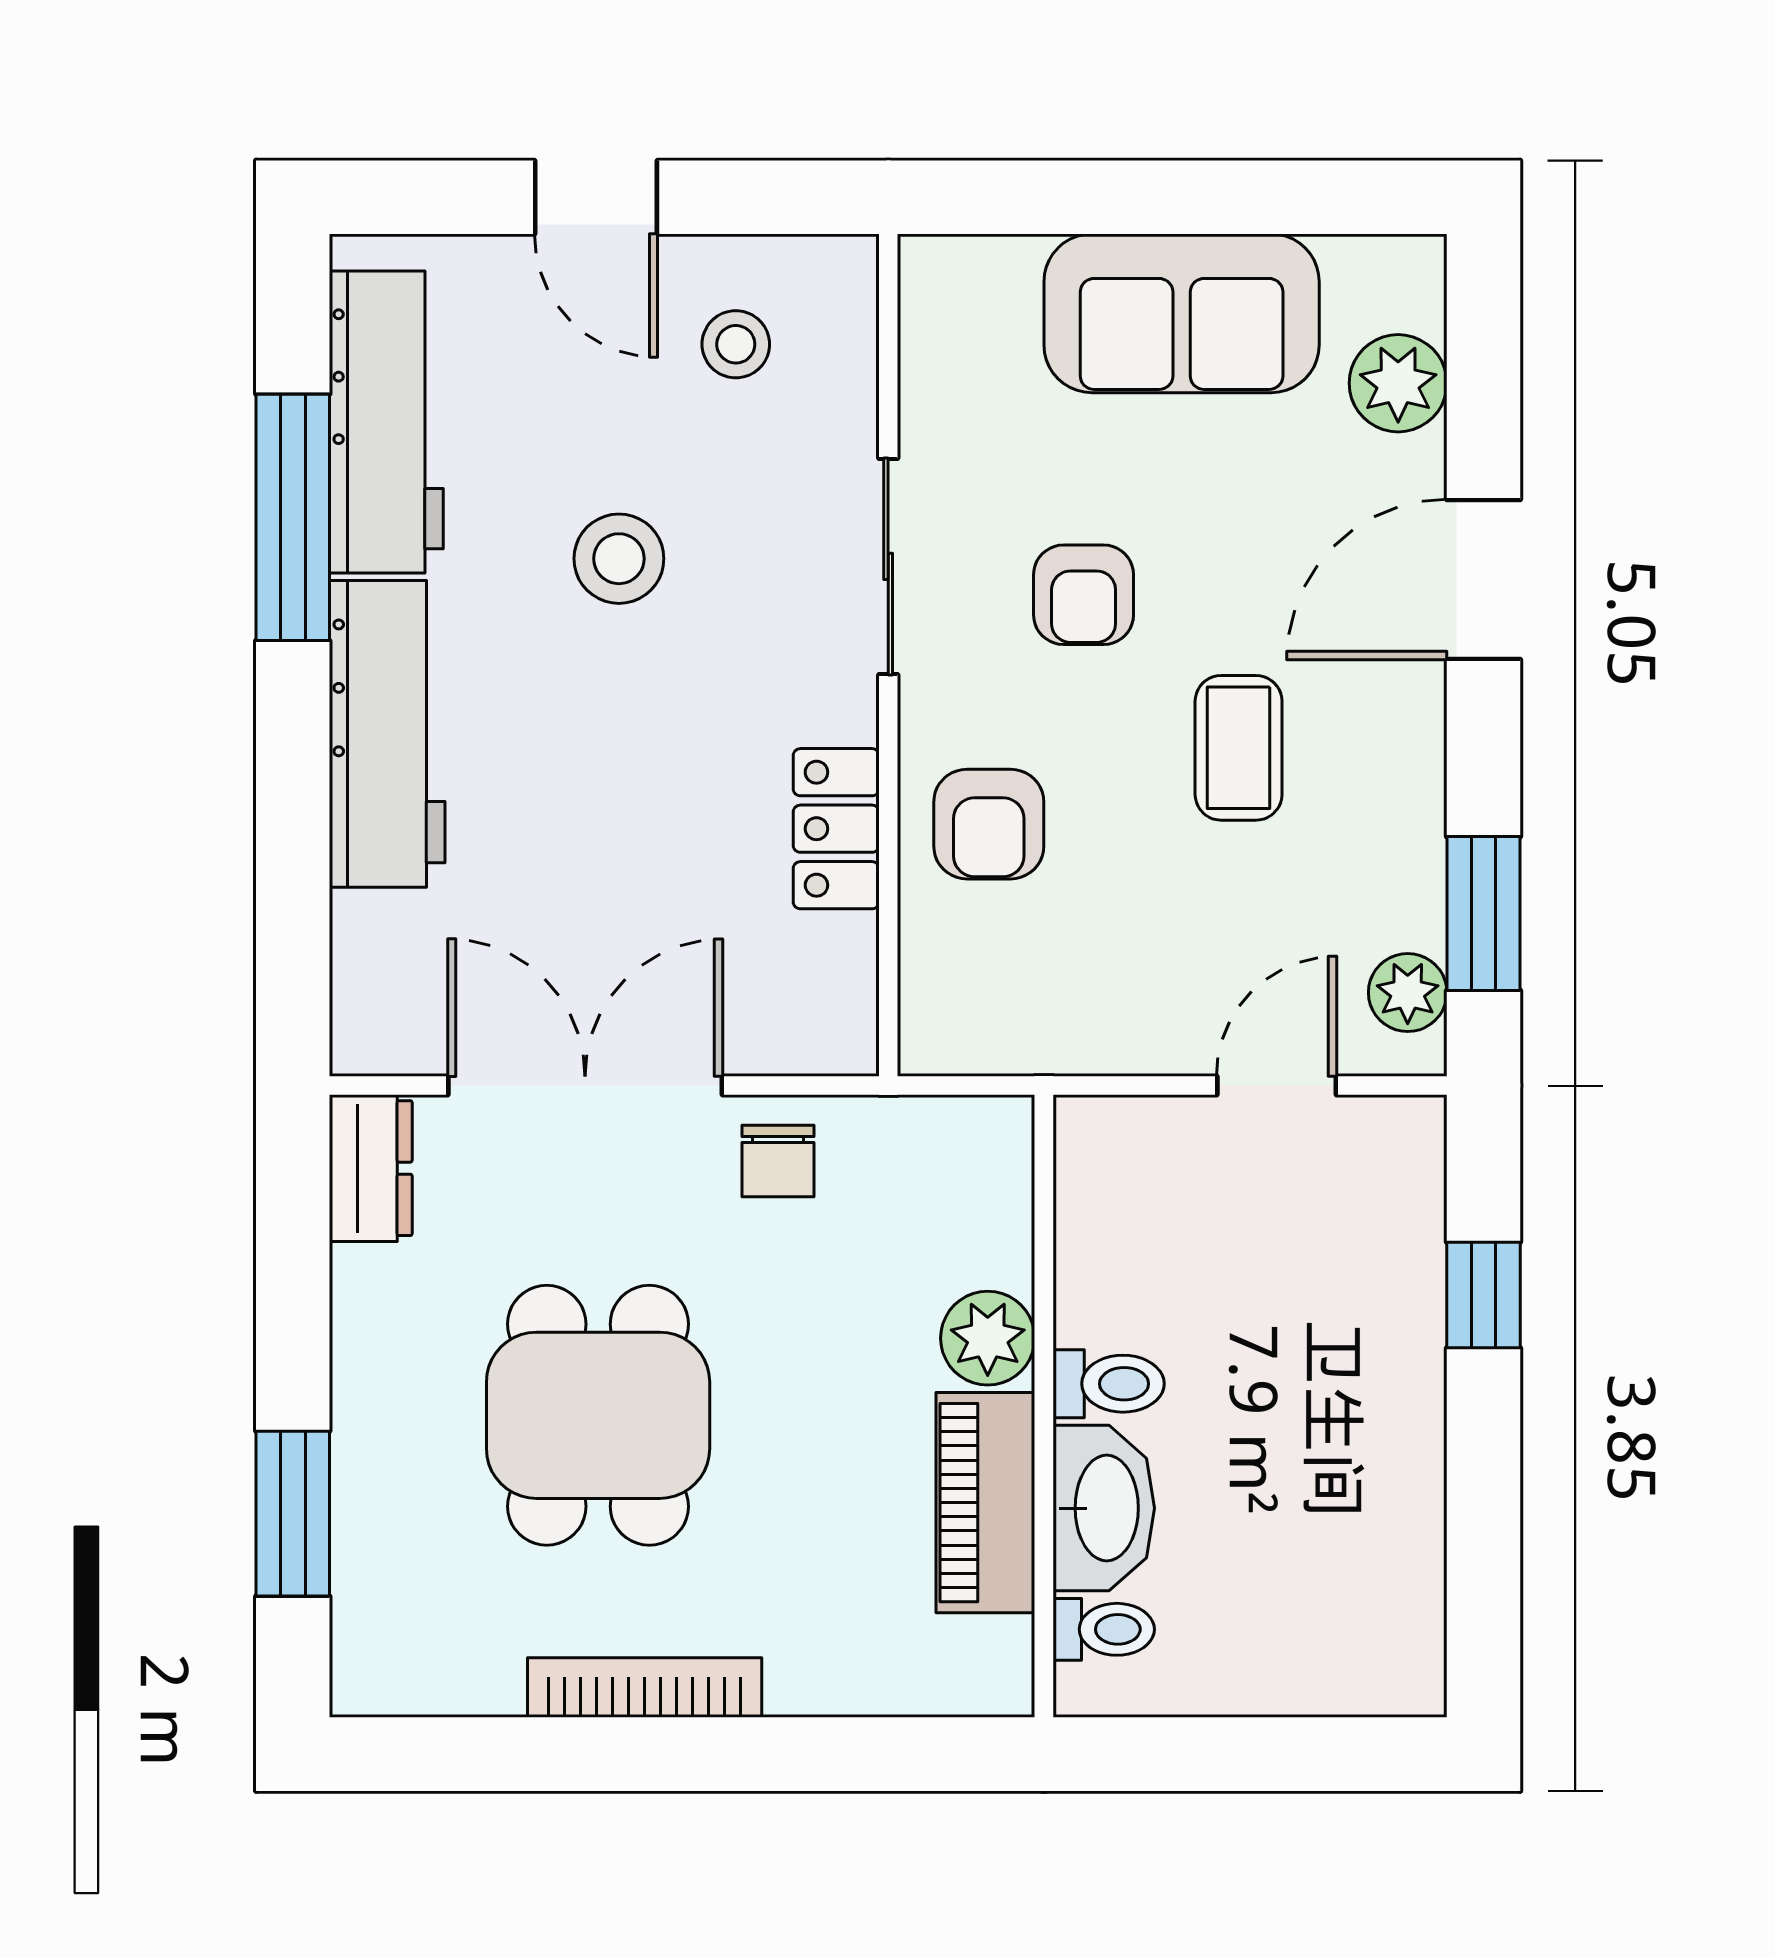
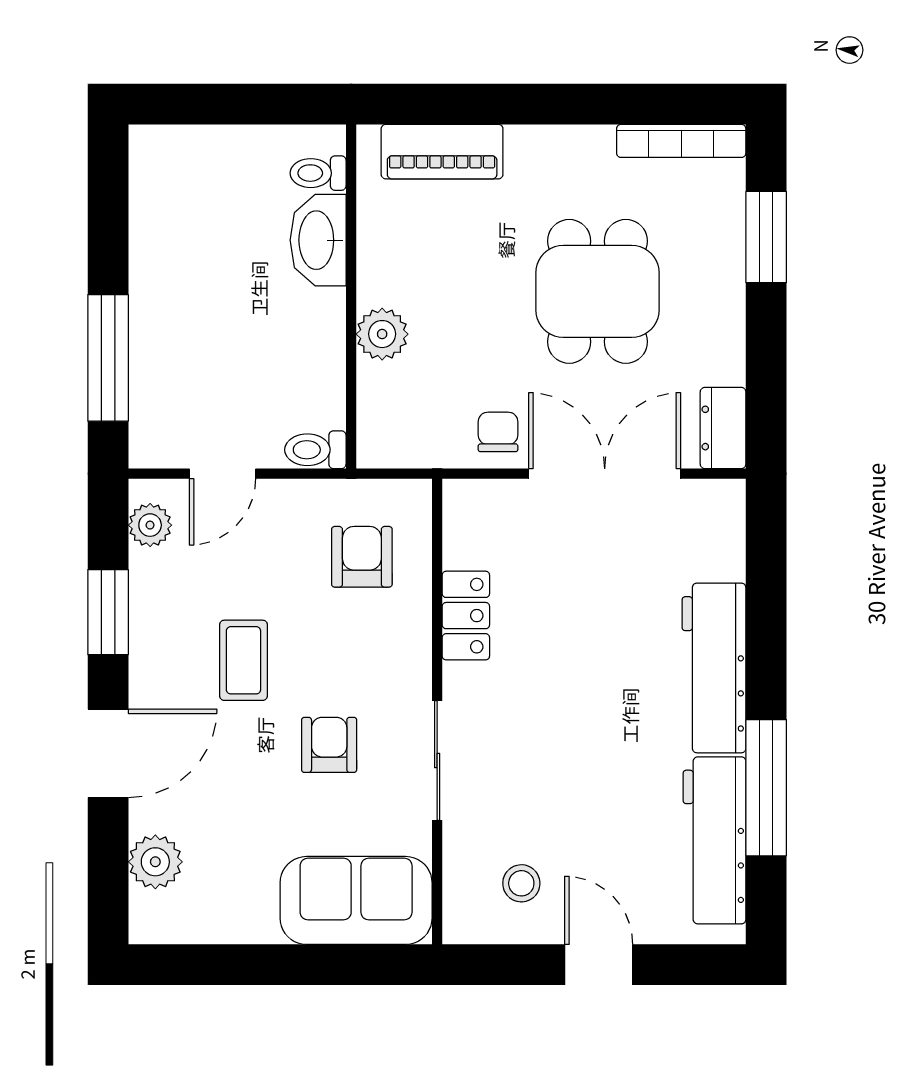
sofa: (1182, 313) -> (356, 900), moved
stool: (619, 559) -> (586, 765), removed
armchair: (989, 824) -> (362, 557), moved
window: (1483, 914) -> (108, 612), moved
double door: (585, 1086) -> (605, 474), swing flipped
window: (1483, 1295) -> (108, 358), width x2.17
toilet: (1109, 1384) -> (315, 450), moved
piano: (985, 1503) -> (442, 152), moved, turned 90
bookcase: (645, 1688) -> (681, 141), moved

